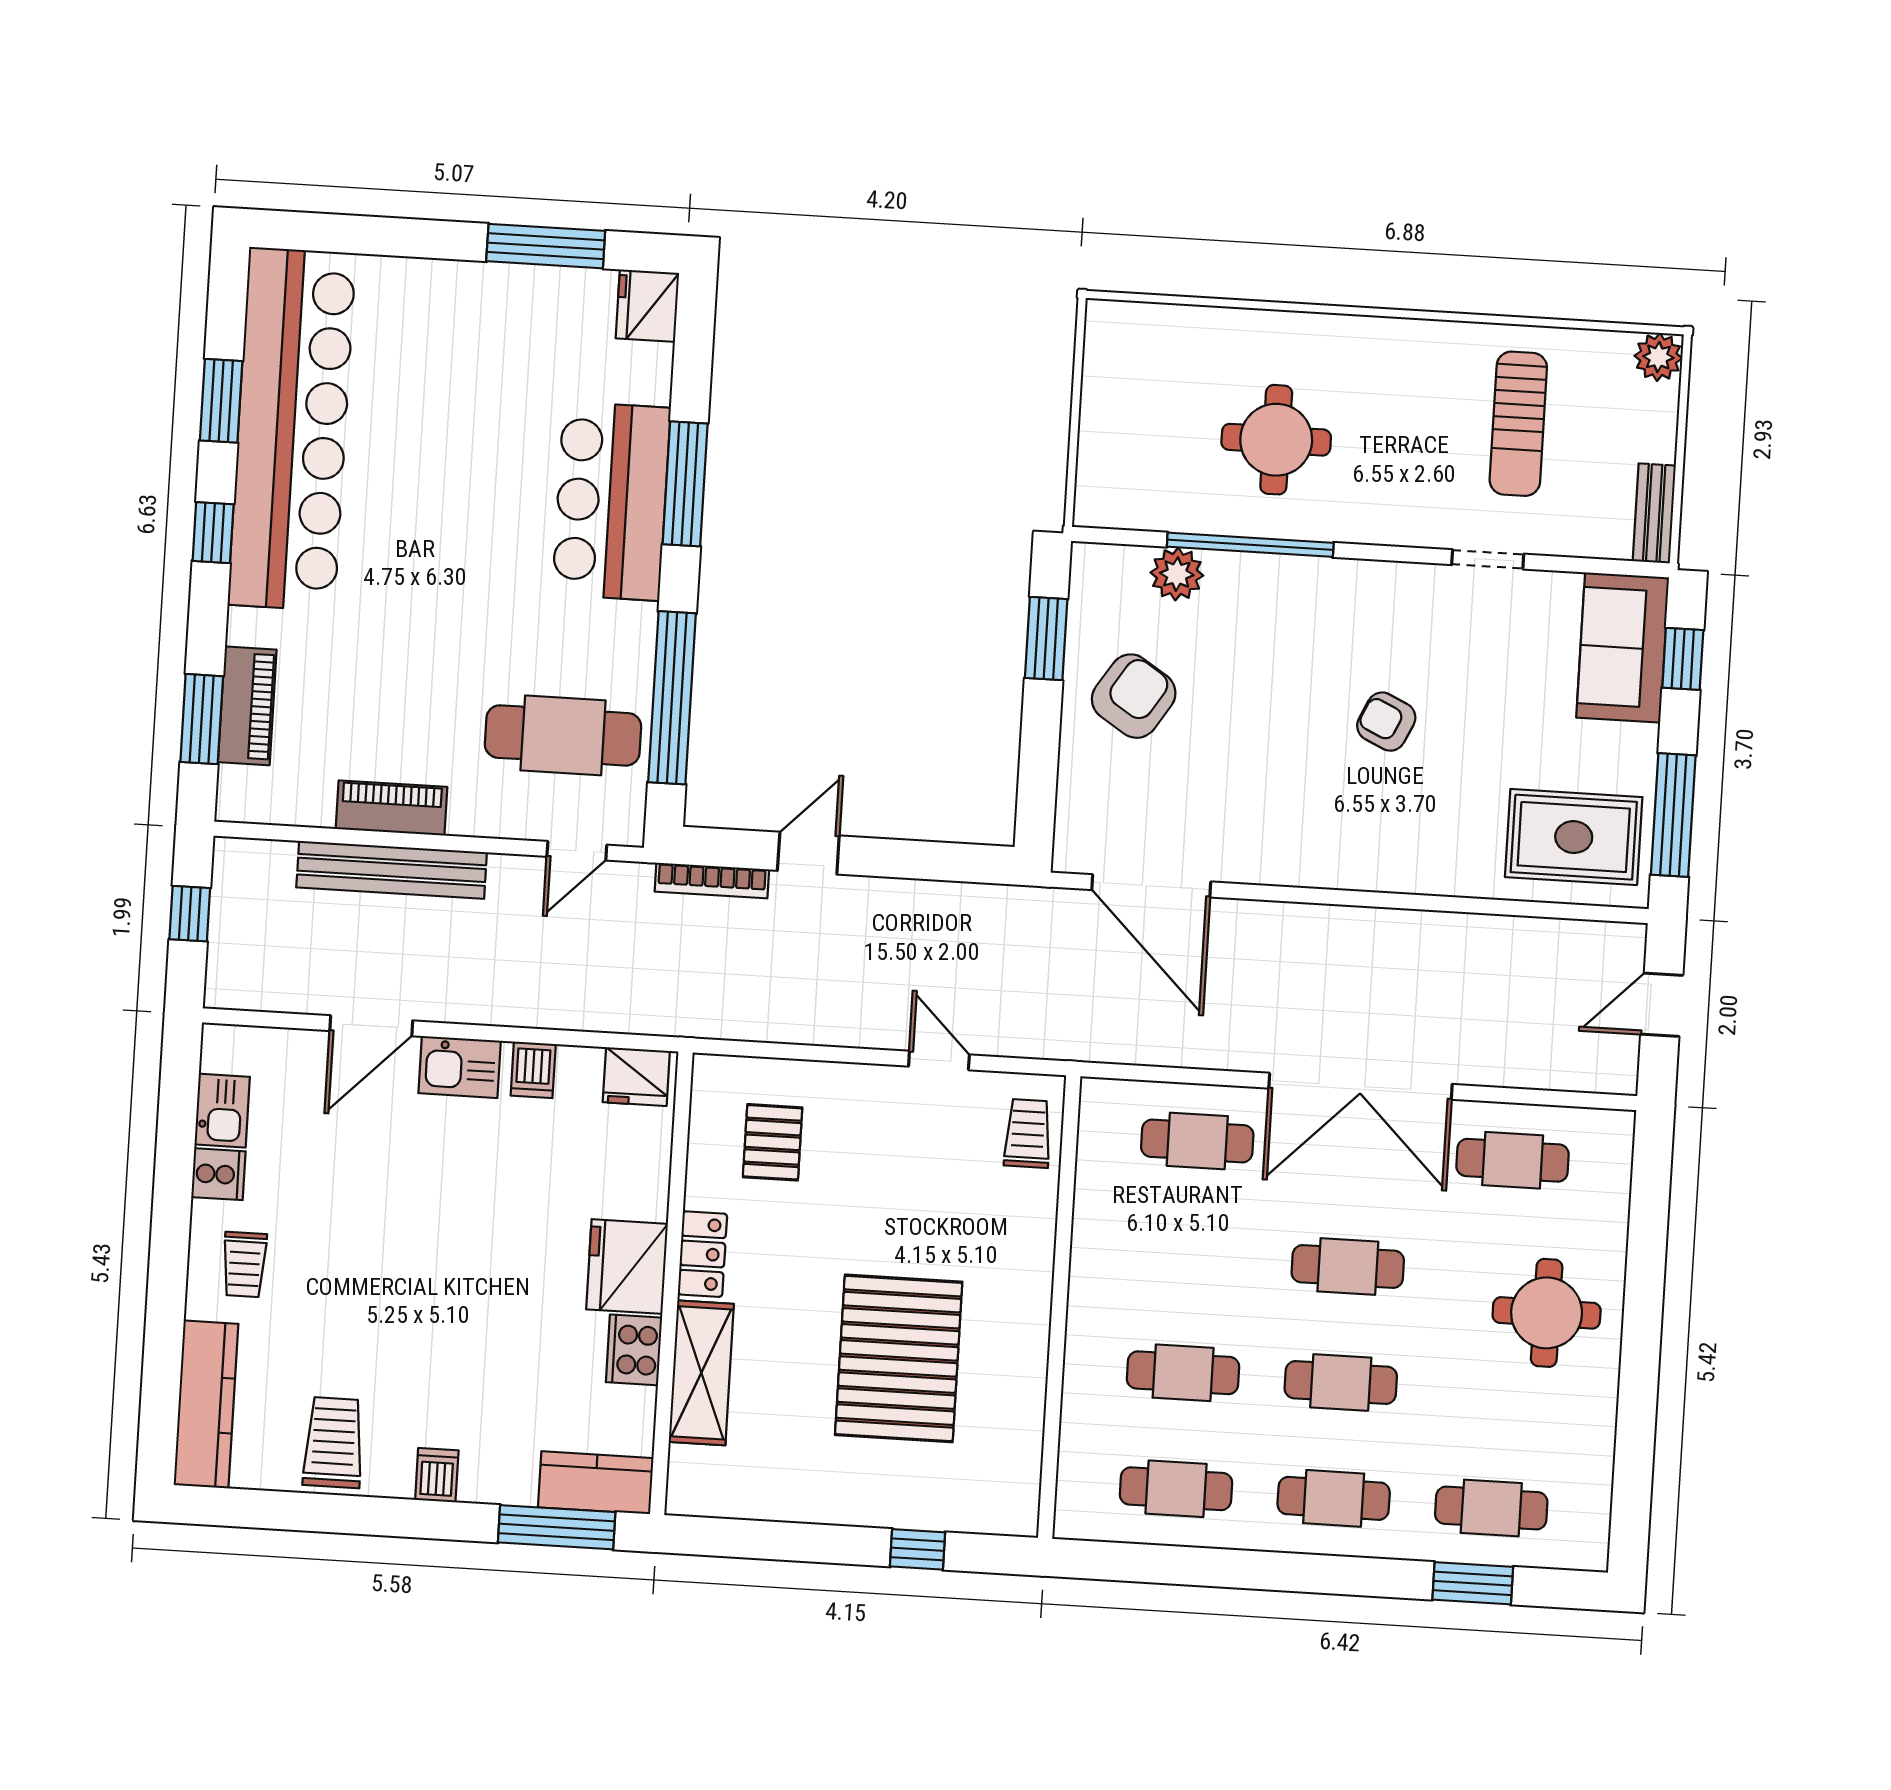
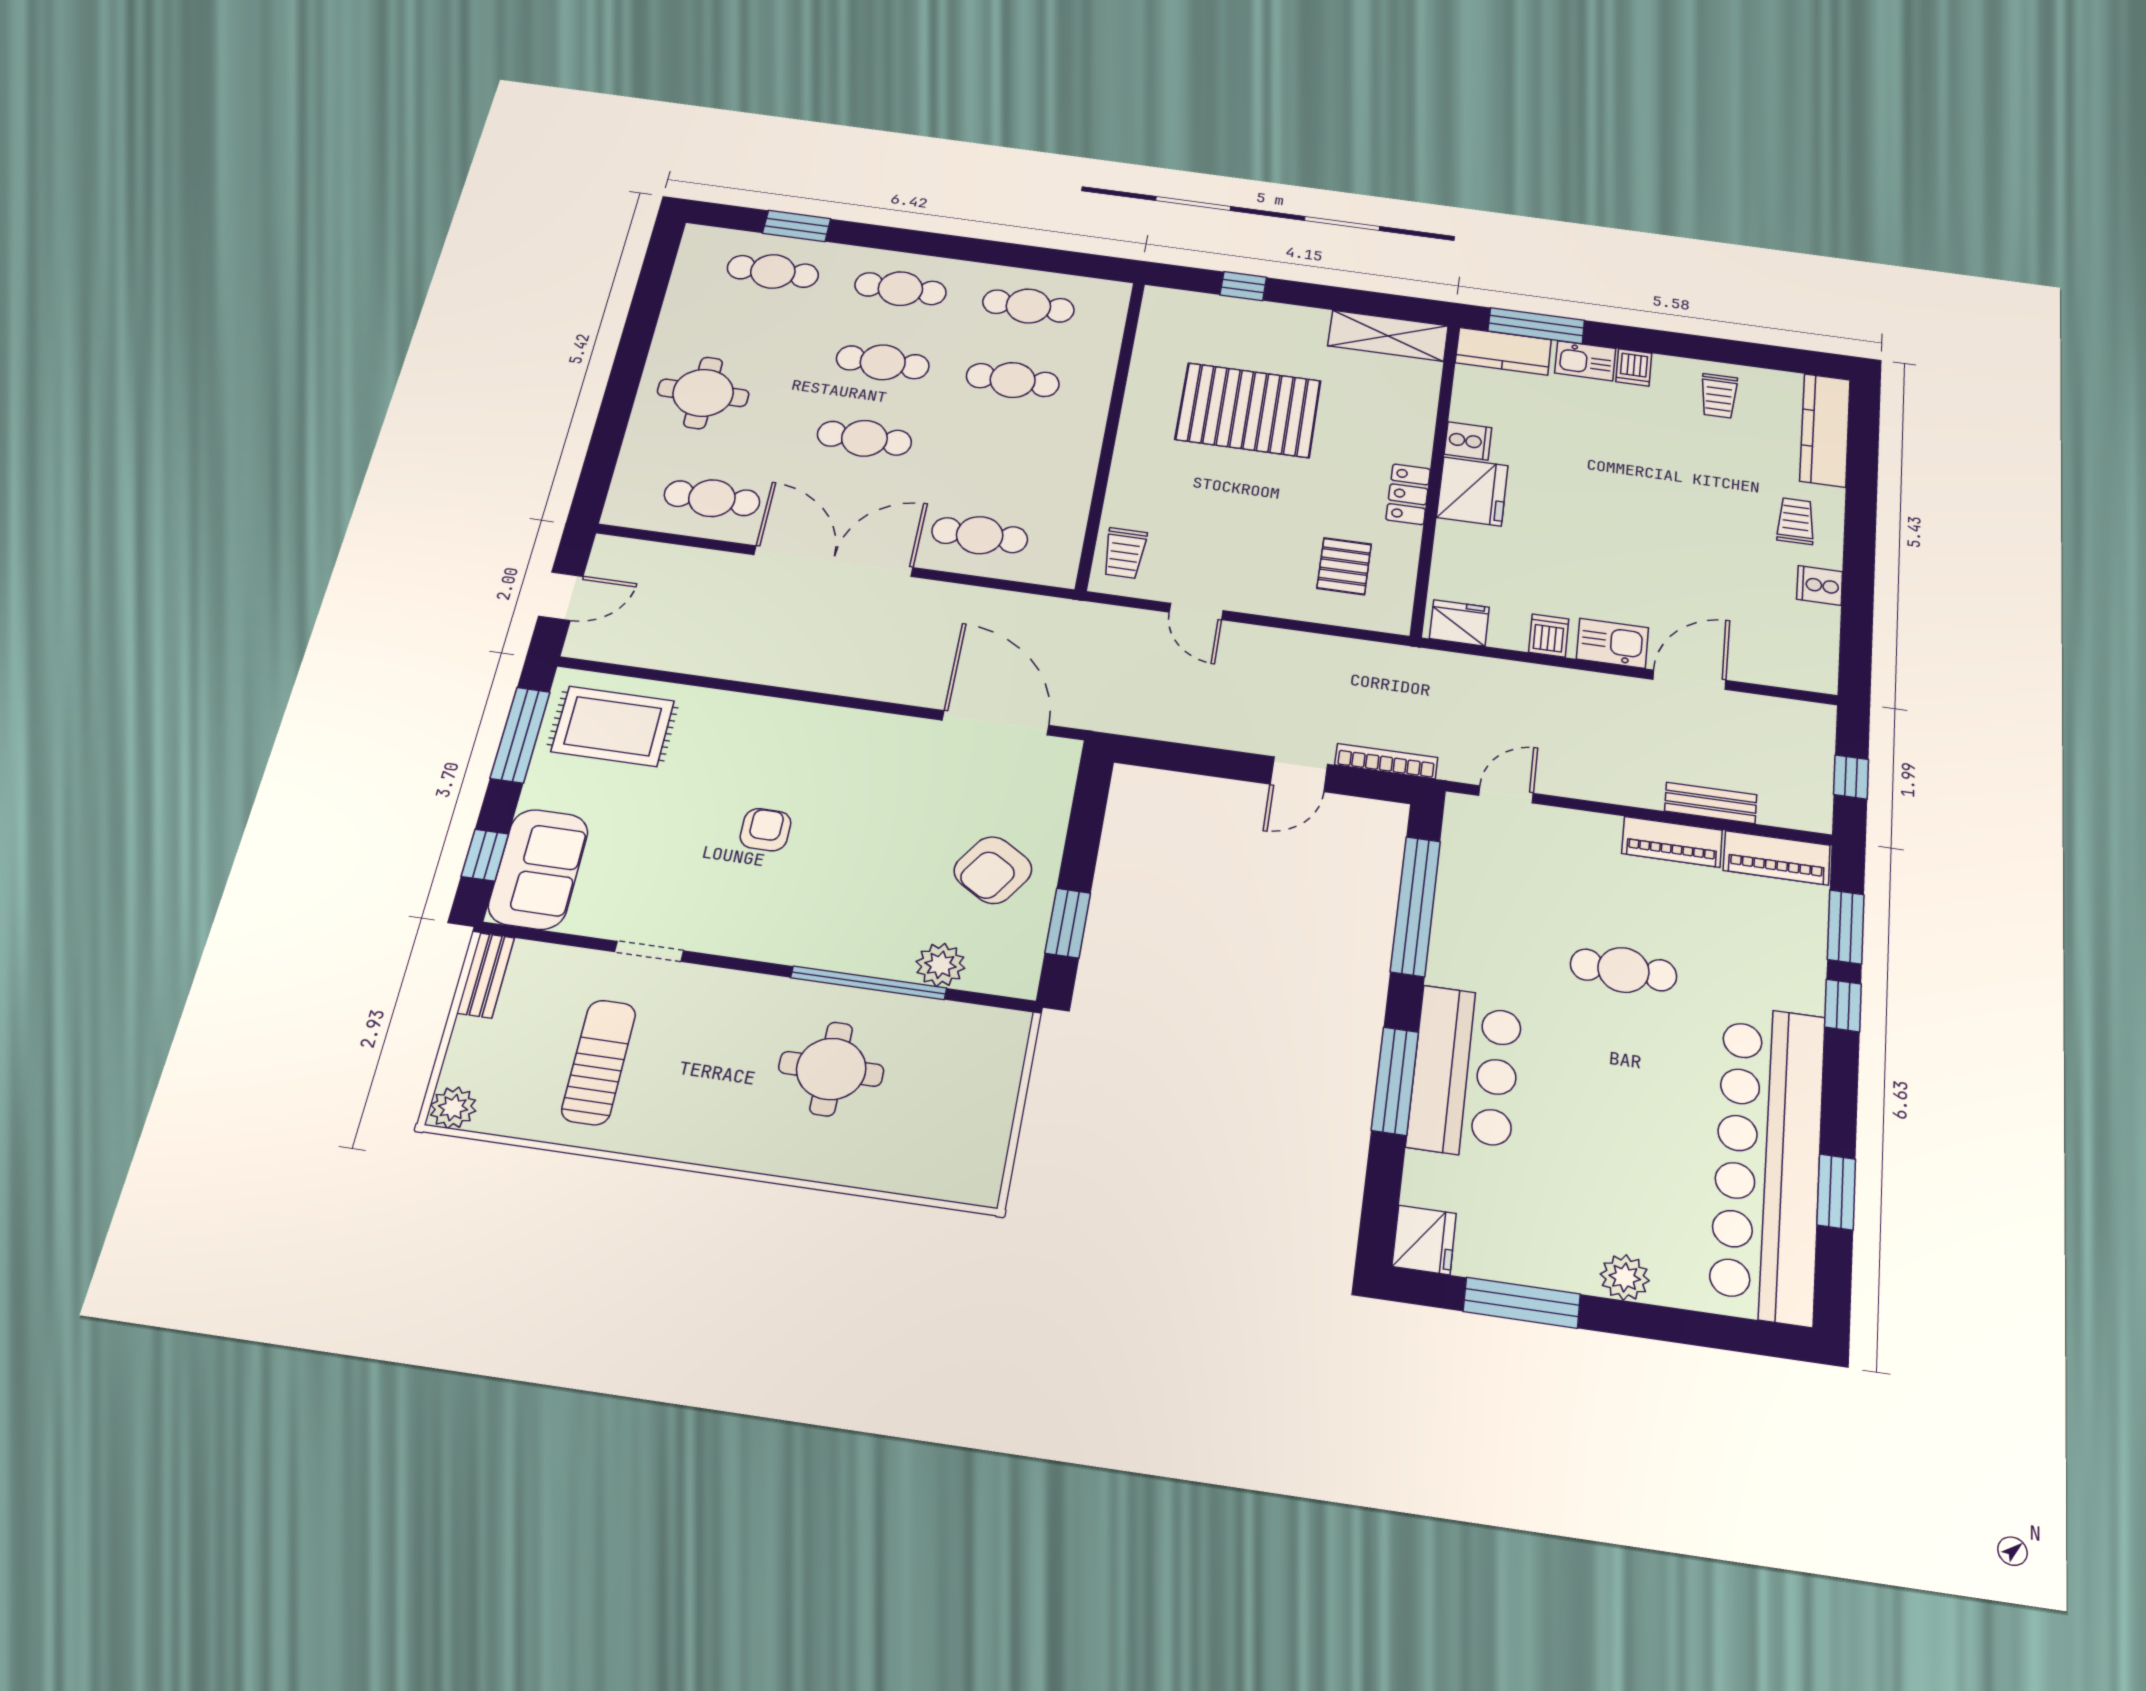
plant: (441, 284) -> (1625, 1277), added
window: (213, 533) -> (1843, 1005), moved
piano: (247, 706) -> (1777, 858), moved, turned -90
armchair: (1386, 722) -> (765, 830), turned -115
cafe table: (563, 735) -> (1623, 970), moved, width x0.73, depth x0.74
bench: (392, 870) -> (1711, 803), width x0.54, depth x0.82
kitchen sink: (222, 1111) -> (1585, 361), moved, turned -90
cooker: (634, 1350) -> (1468, 441), width x0.73
pallet: (899, 1358) -> (1248, 410), turned 90
shelving: (701, 1373) -> (1388, 336), moved, turned 90
trolley: (334, 1443) -> (1719, 396), width x0.73, depth x0.72

